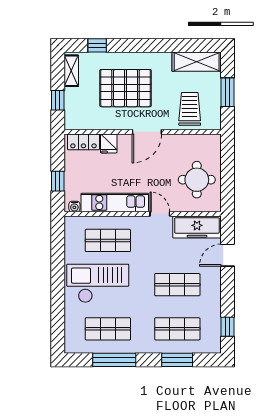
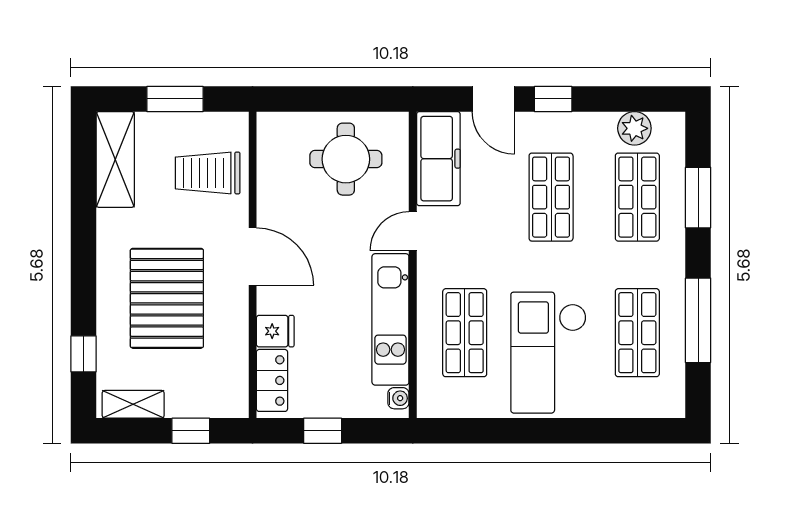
window: (58, 181) -> (323, 431), moved
plant: (213, 327) -> (634, 128), added
window: (228, 327) -> (553, 99), moved

